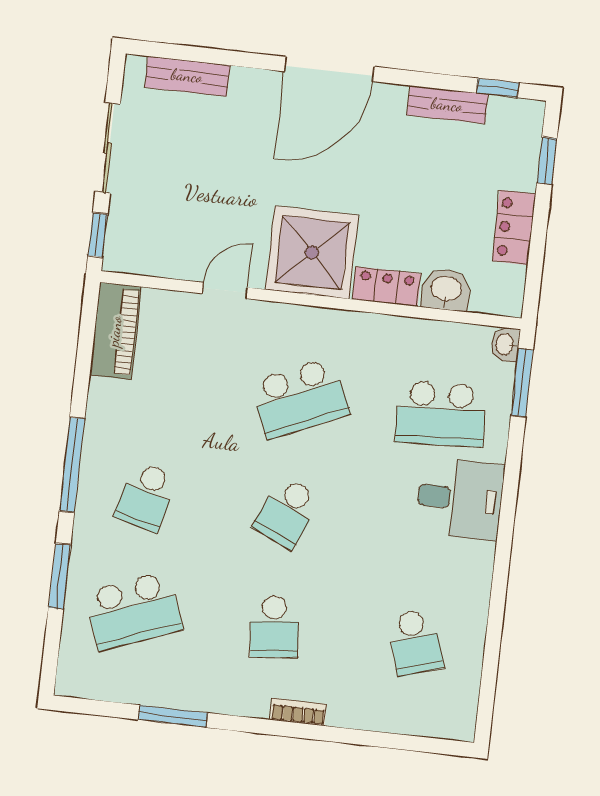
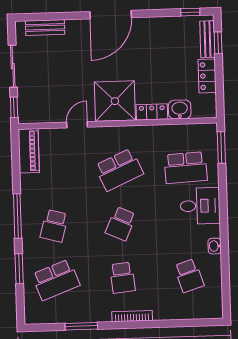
bench: (447, 105) -> (207, 39), moved, turned 90
washbasin: (505, 344) -> (215, 246), moved
bookcase: (298, 712) -> (132, 316), width x1.56

